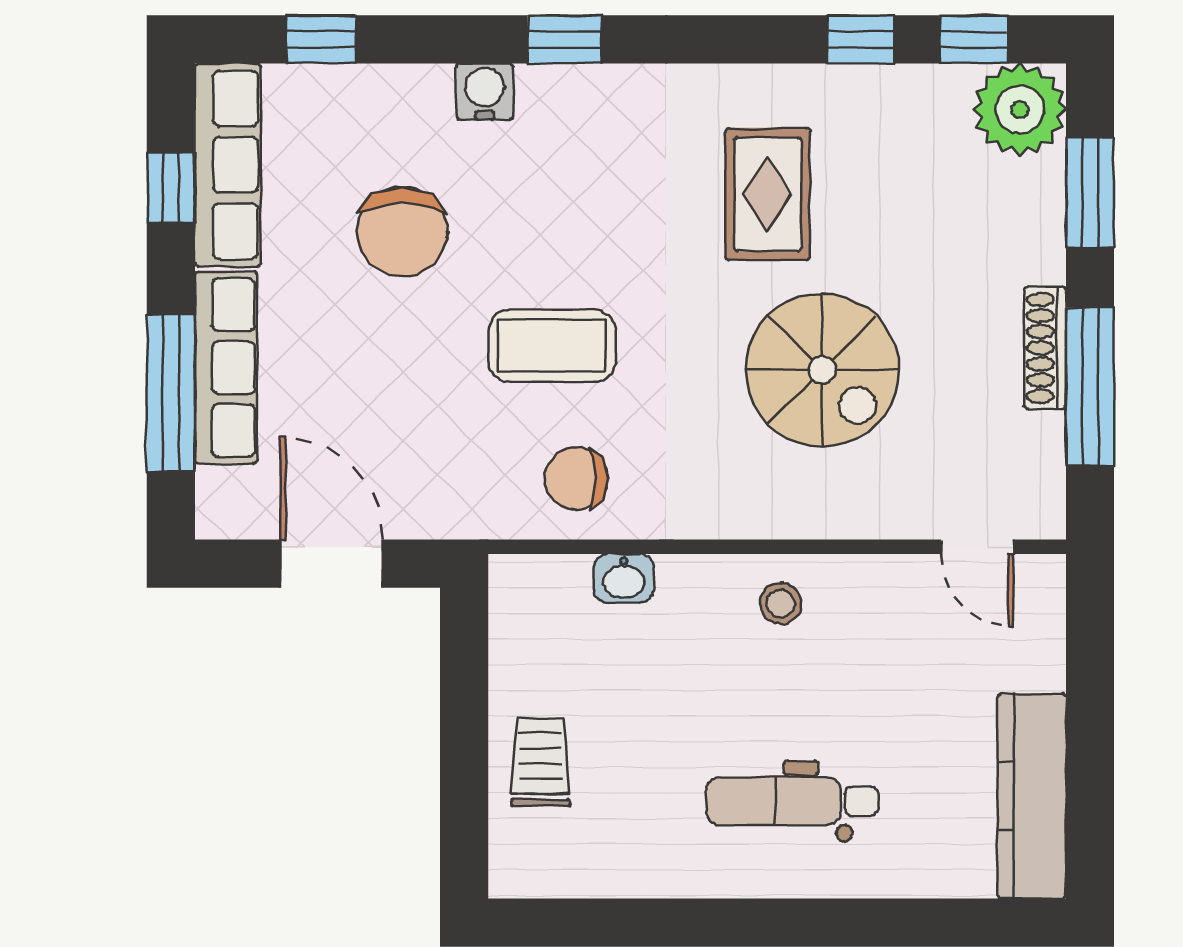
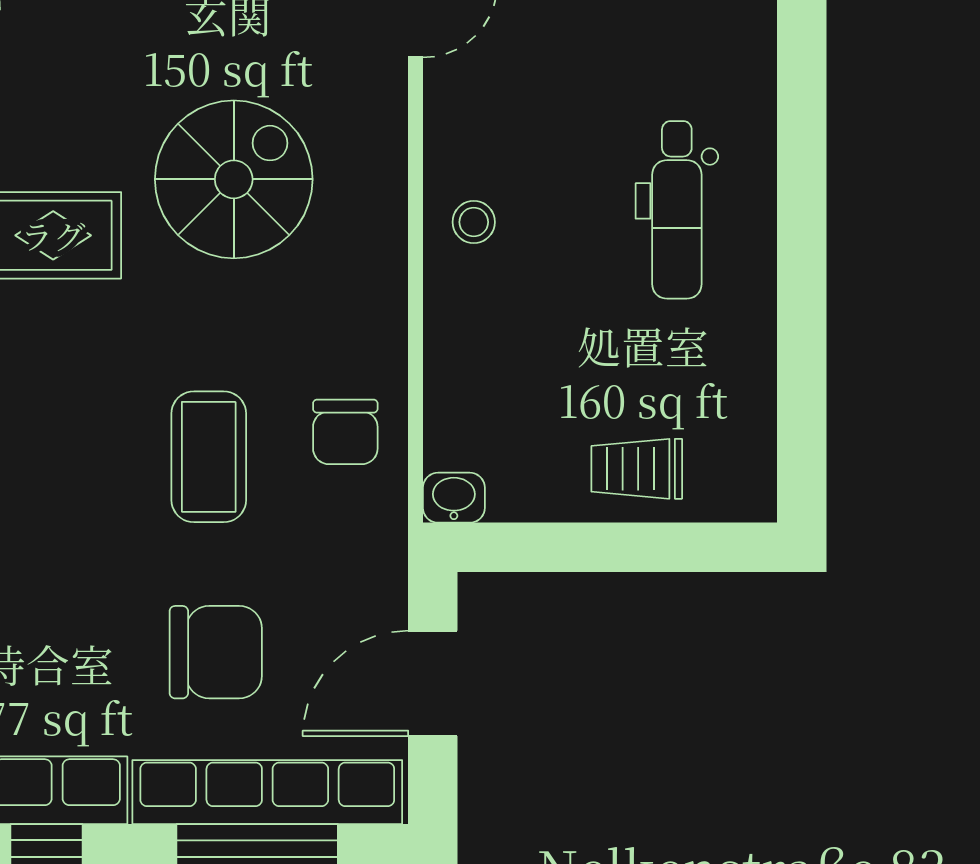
chair: (402, 232) -> (216, 652), moved
row of seats: (226, 367) -> (267, 792), width x1.36
washbasin: (624, 578) -> (454, 498), moved, turned -90

